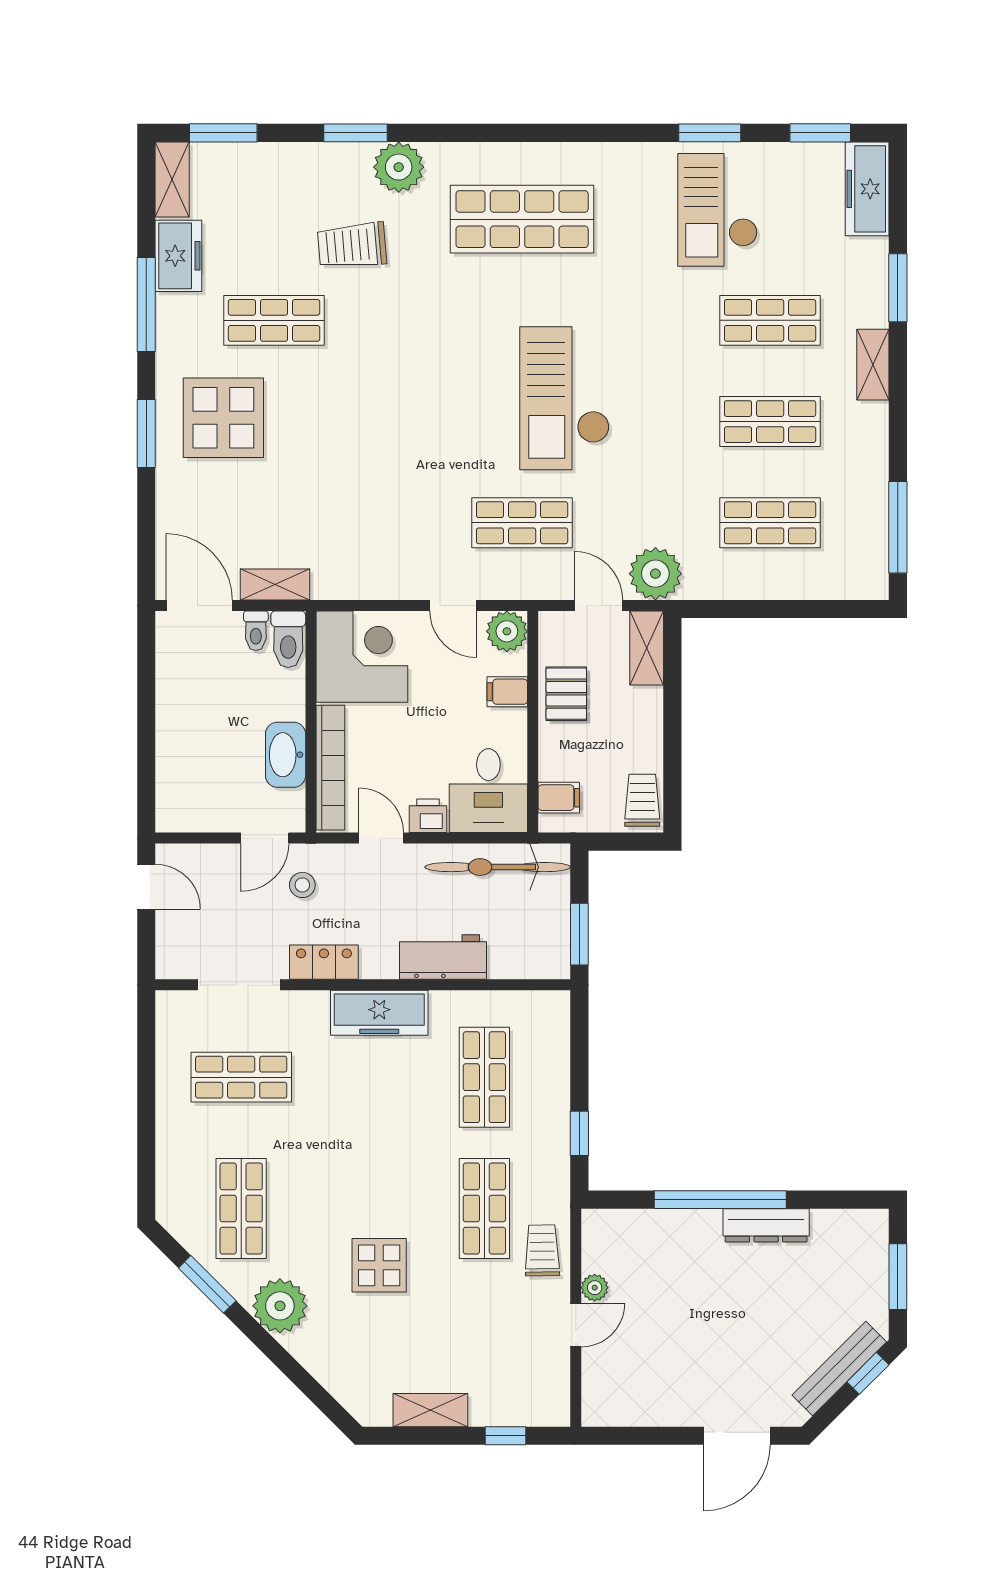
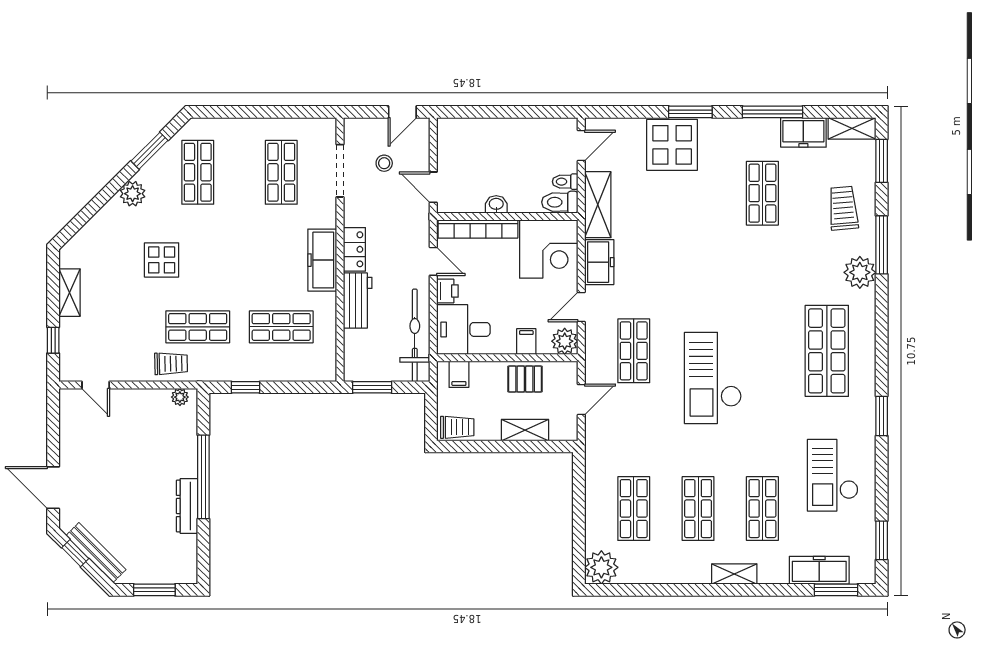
window: (355, 133) -> (882, 245), width x1.44
window: (710, 133) -> (882, 416), moved
freezer: (867, 189) -> (819, 570), moved
checkout: (718, 210) -> (833, 475), turned -90
trolley: (352, 245) -> (843, 208), moved
window: (898, 288) -> (836, 590), moved
checkout: (565, 398) -> (713, 378), turned -90
display table: (223, 418) -> (672, 145), moved
window: (898, 527) -> (631, 590), removed
plant: (655, 574) -> (601, 567), moved
freezer: (382, 577) -> (599, 262), added
shelving: (275, 584) -> (598, 205), width x1.50, depth x1.33
door: (199, 605) -> (581, 146), width x0.73
shelving: (647, 648) -> (525, 430), moved
washbasin: (286, 755) -> (496, 204), width x0.52, depth x0.69
door: (381, 838) -> (433, 261), hinge flipped
stool: (302, 885) -> (384, 163), moved
locker: (324, 962) -> (354, 249), moved
shop shelf: (241, 1209) -> (198, 172), turned 90
plant: (595, 1288) -> (180, 397), moved
plant: (280, 1306) -> (133, 194), width x0.73, depth x0.73
door: (576, 1325) -> (96, 385), moved
window: (868, 1373) -> (75, 553), moved

